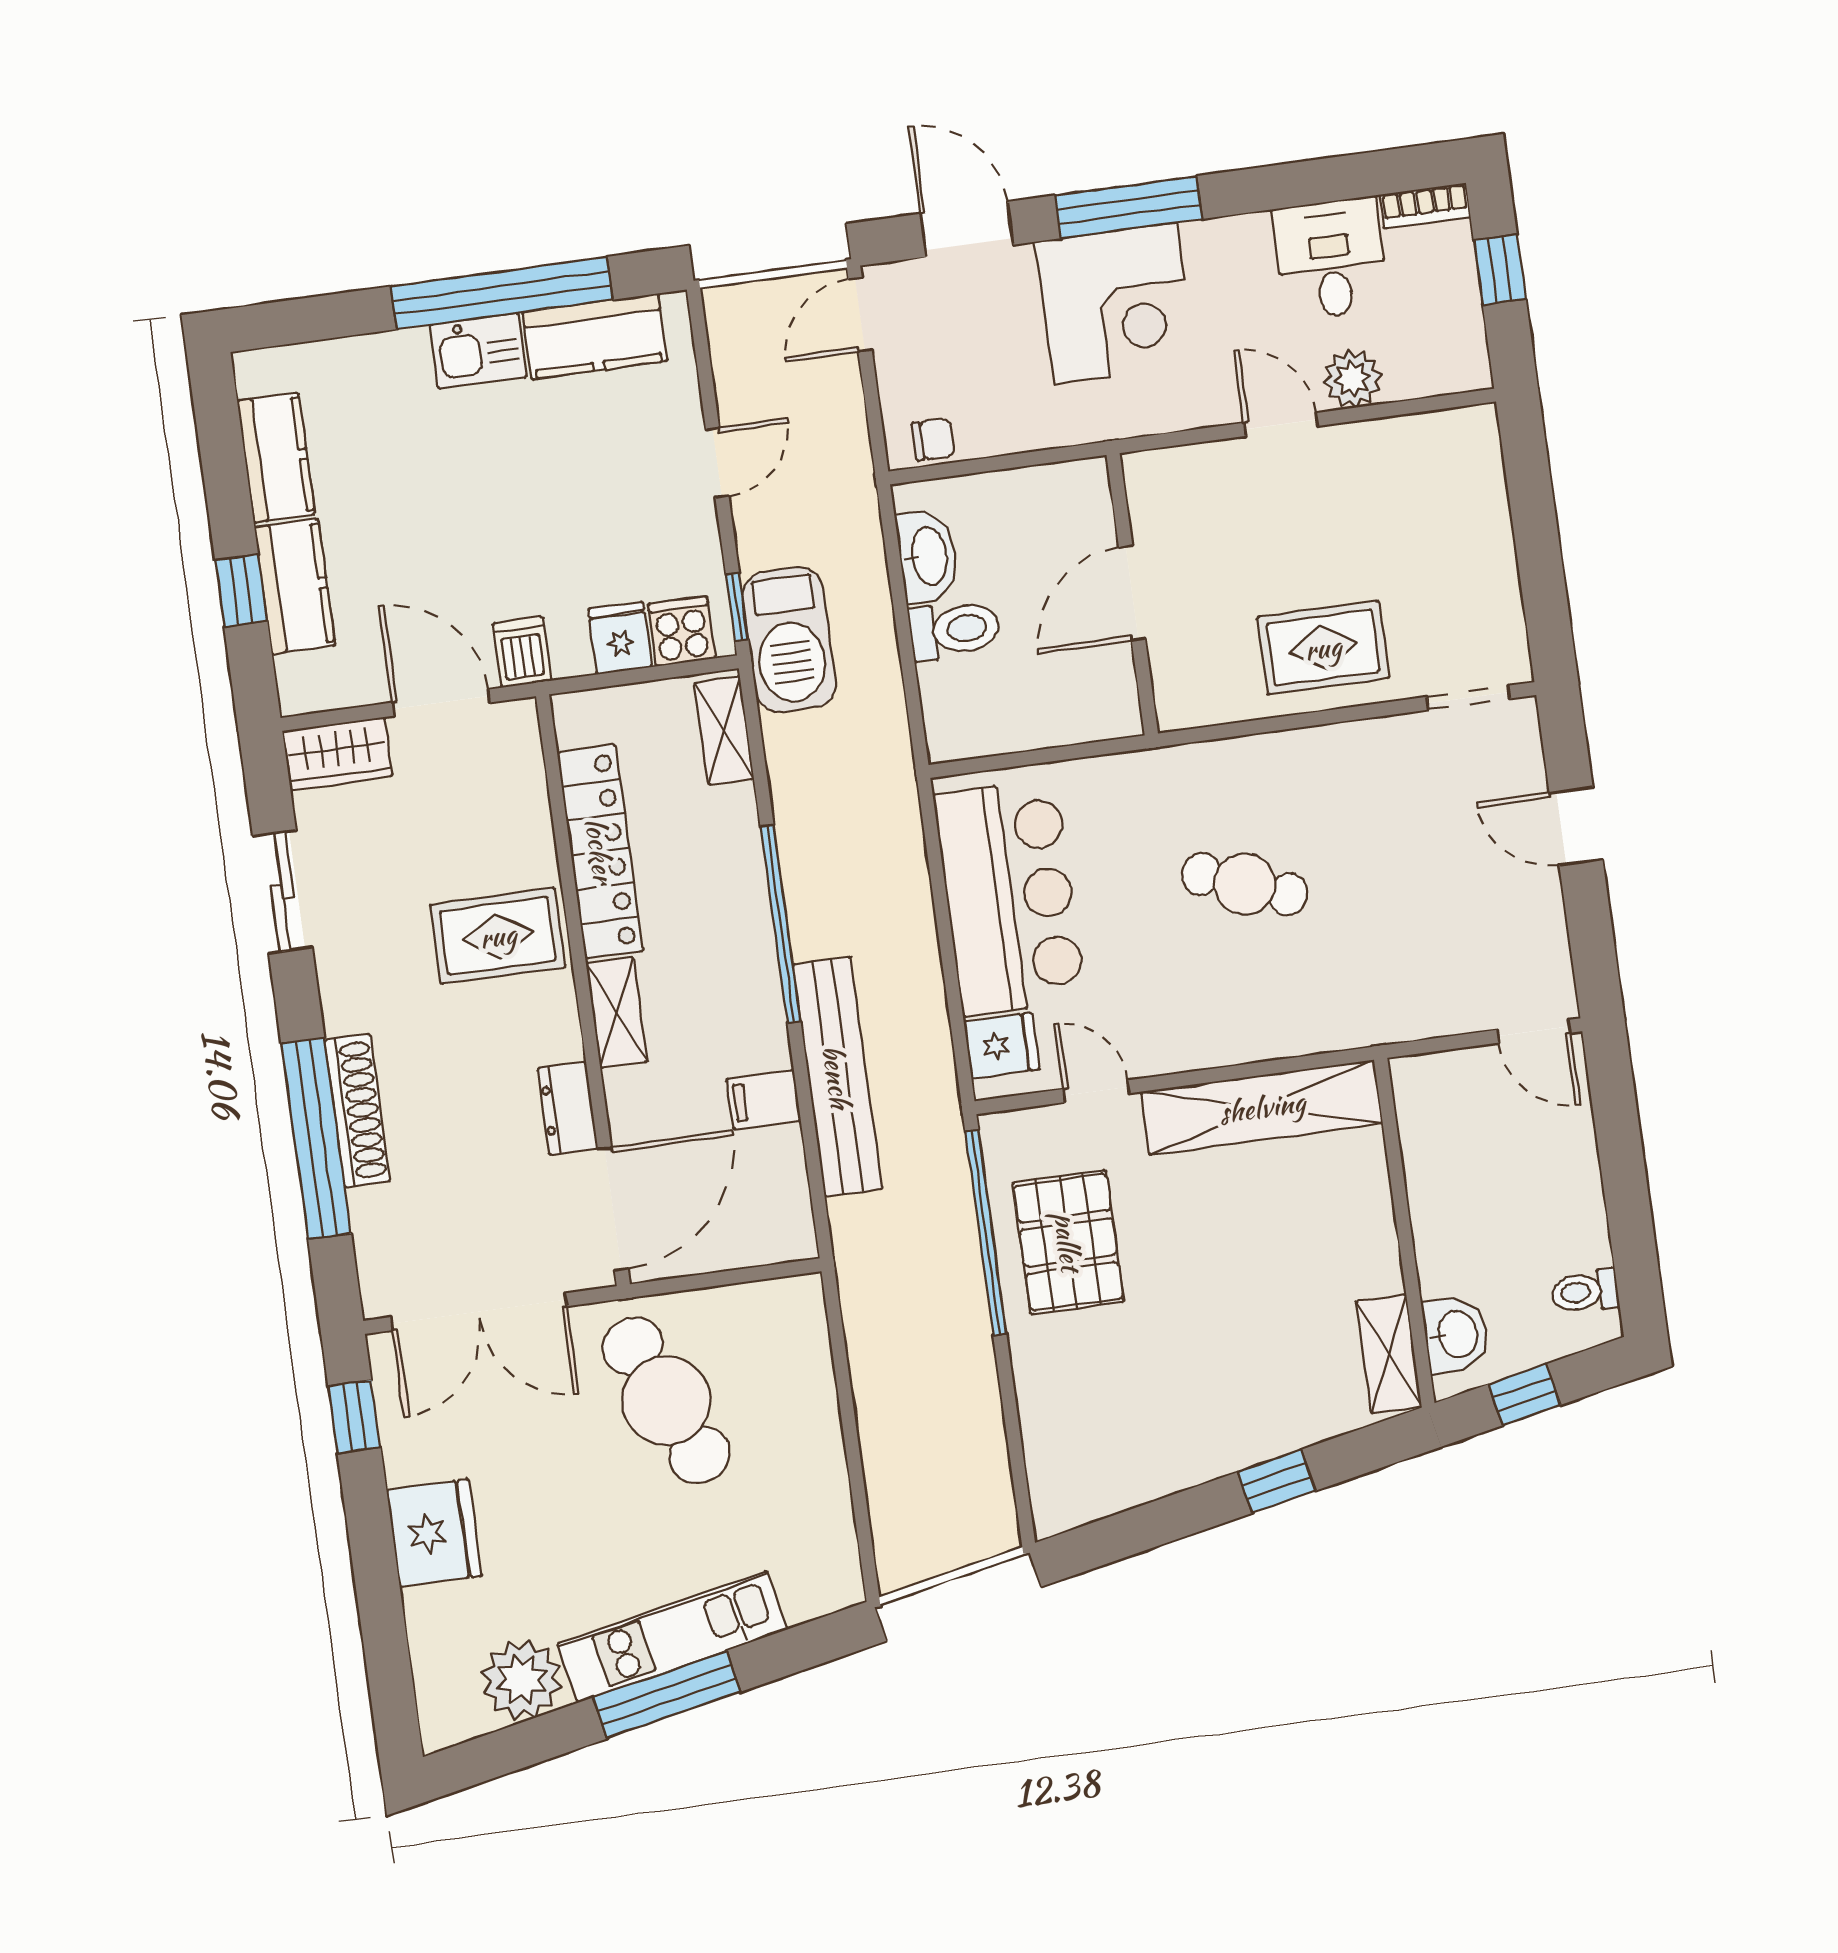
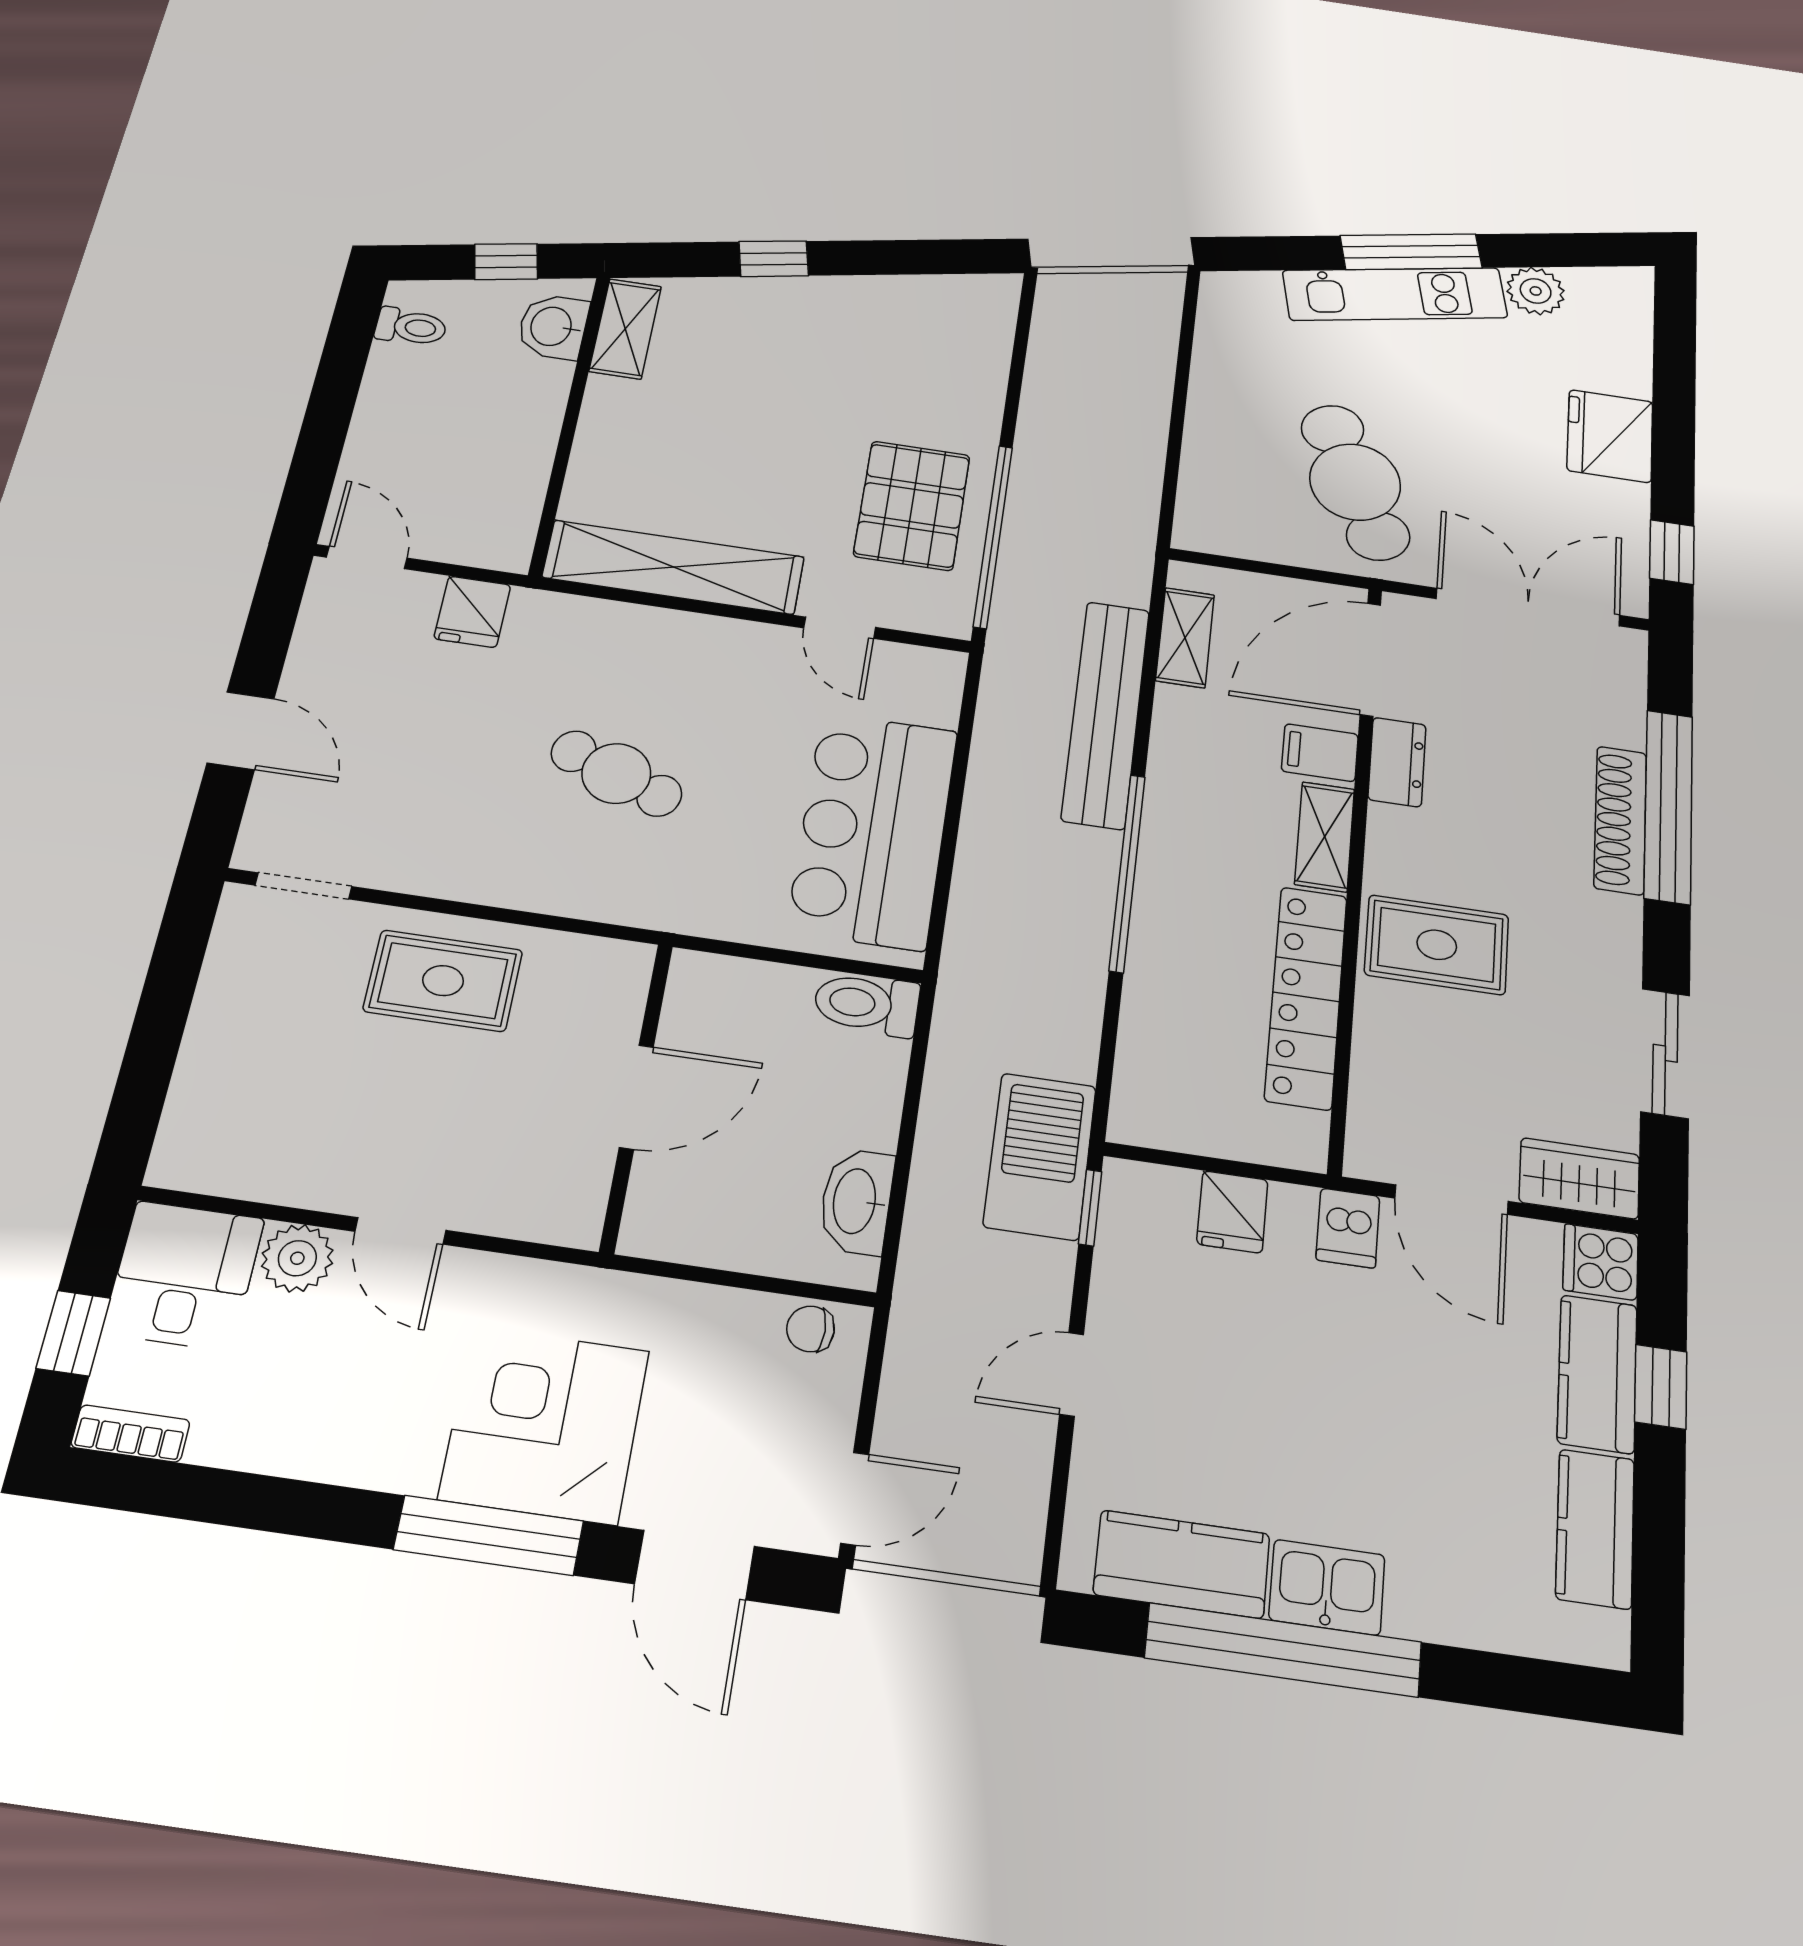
desk: (1331, 259) -> (184, 1275), moved, turned 180
toilet: (955, 630) -> (867, 1004), moved
cooker: (682, 631) -> (1601, 1262), moved, turned 90
shelving: (724, 731) -> (1185, 638), moved
fridge: (1001, 1046) -> (472, 612), moved, turned -90
filing cabinet: (764, 1100) -> (1320, 753), moved, turned 180
plant: (522, 1680) -> (1536, 291), width x0.73, depth x0.73

